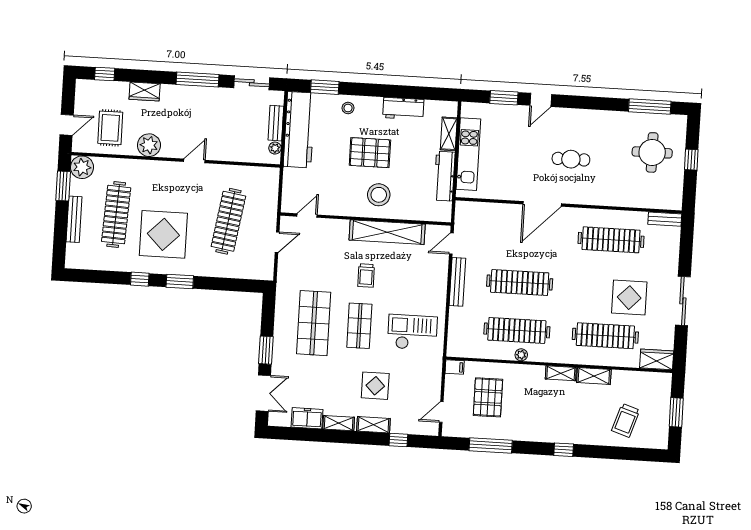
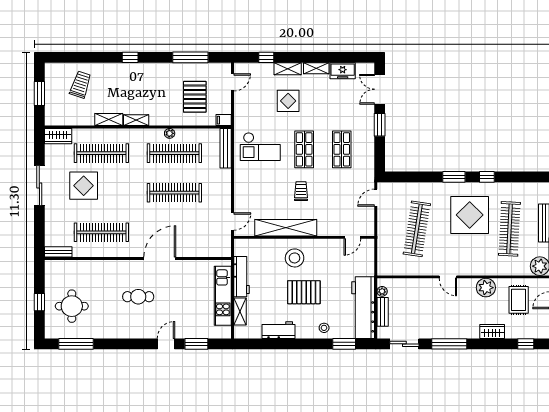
door: (194, 161) -> (448, 277), hinge flipped
door: (277, 242) -> (376, 198), moved
bench: (457, 282) -> (226, 148), moved
shop shelf: (314, 323) -> (342, 149), width x0.70, depth x0.74

